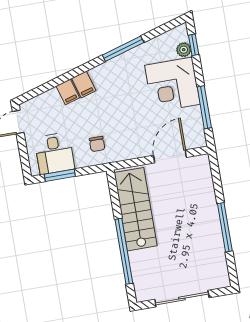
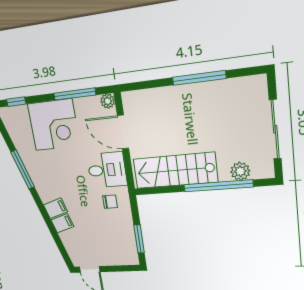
plant: (184, 50) -> (108, 101), moved
desk: (54, 153) -> (107, 170), moved
plant: (140, 271) -> (240, 171), added

